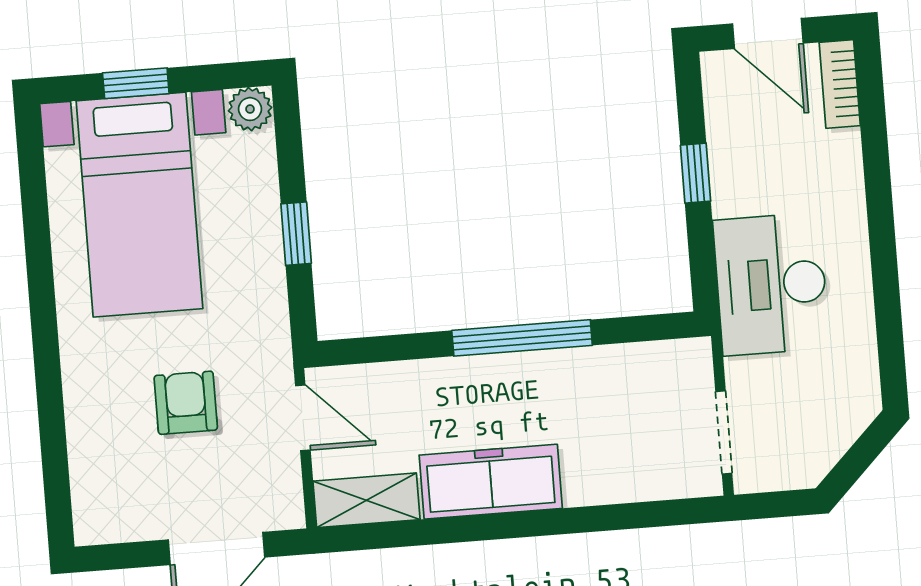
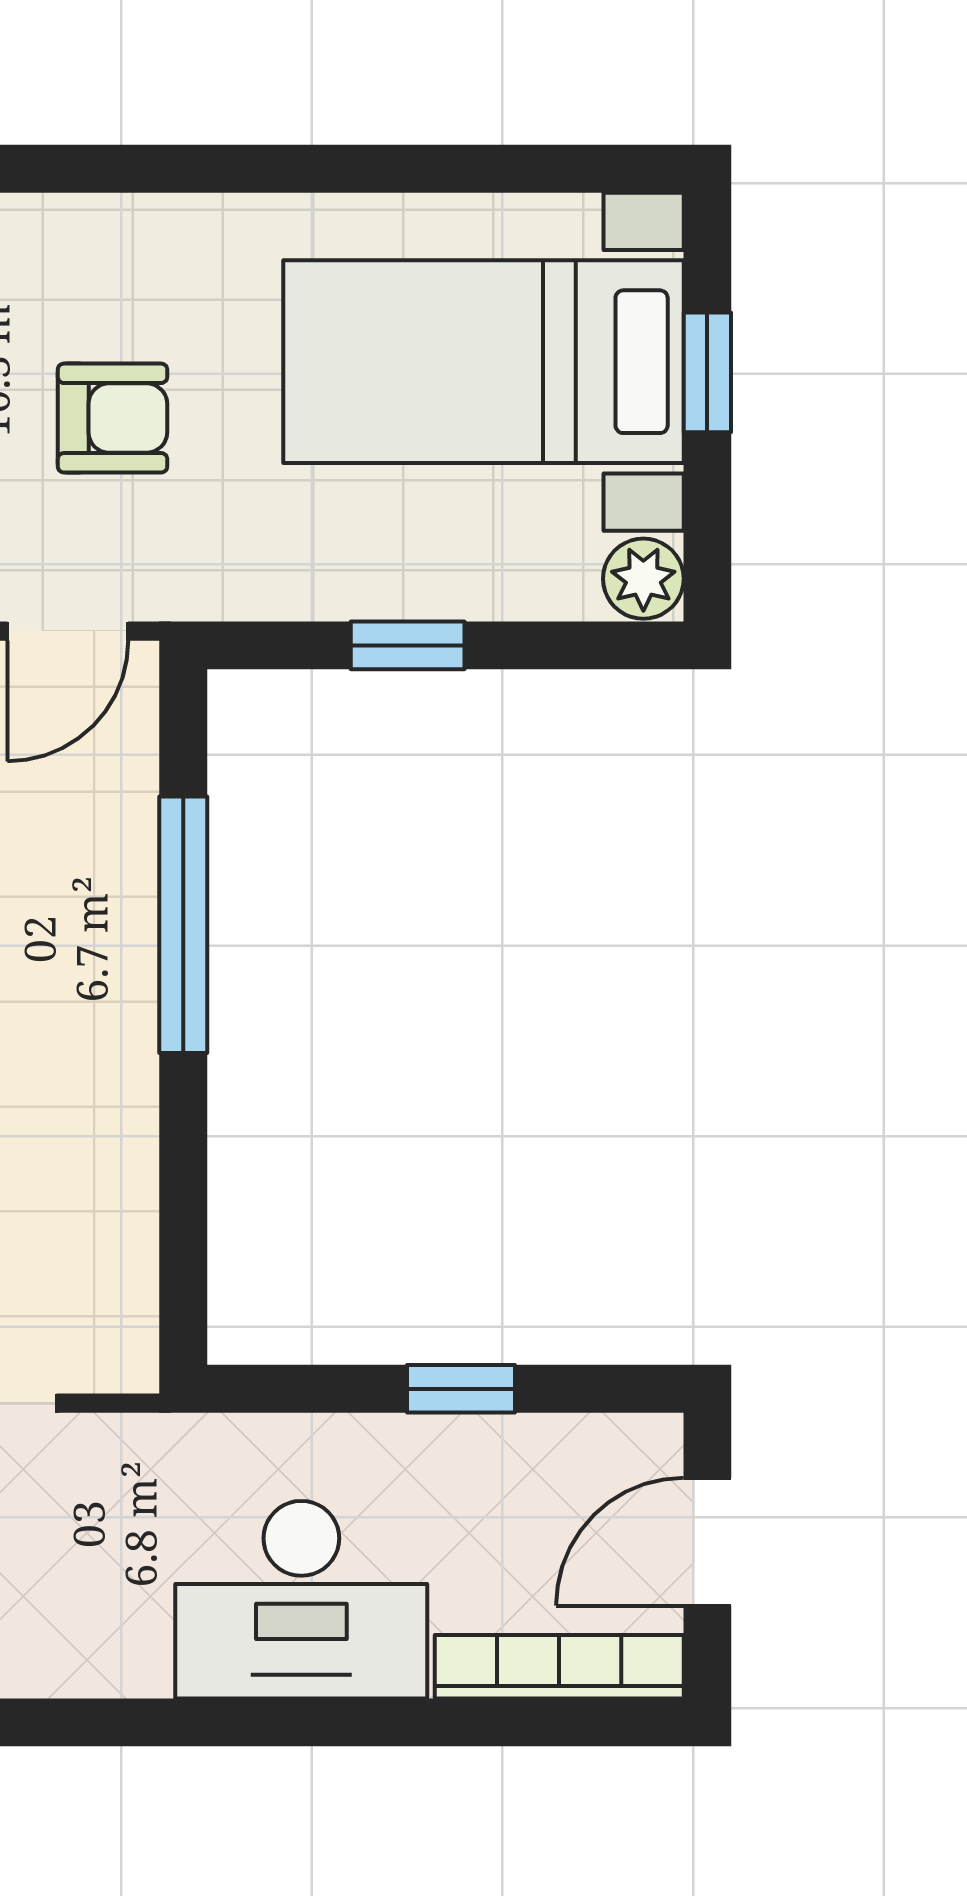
bookcase: (840, 84) -> (559, 1667), width x1.56
desk: (771, 284) -> (301, 1600), moved, turned 180
window: (522, 338) -> (183, 925), moved

